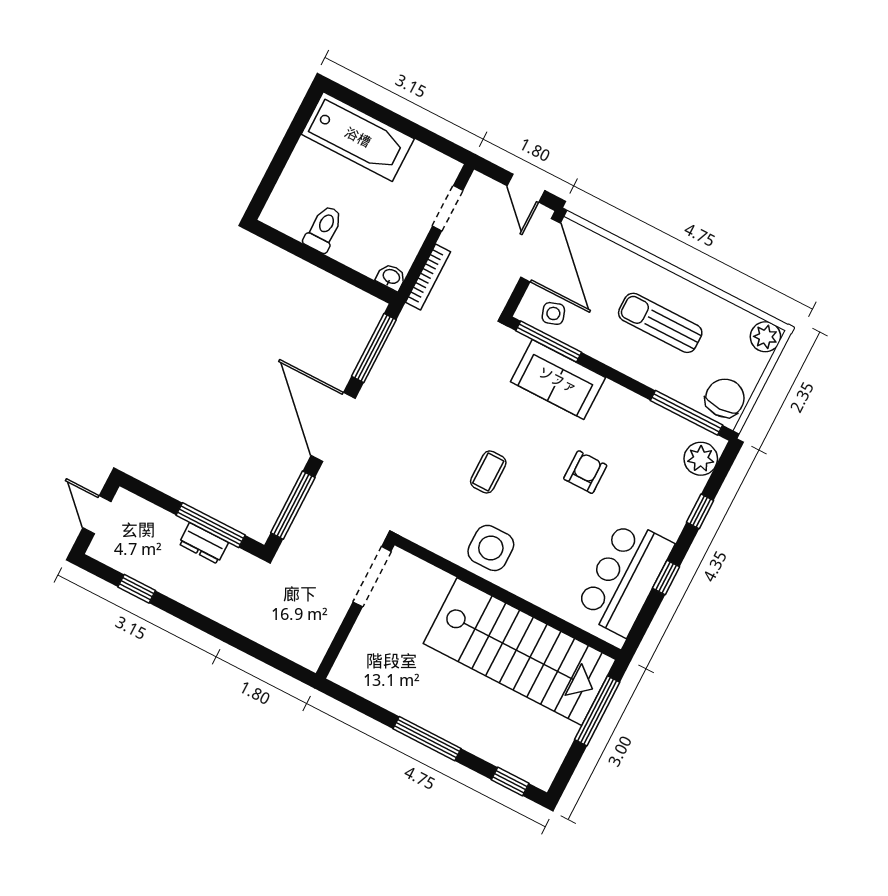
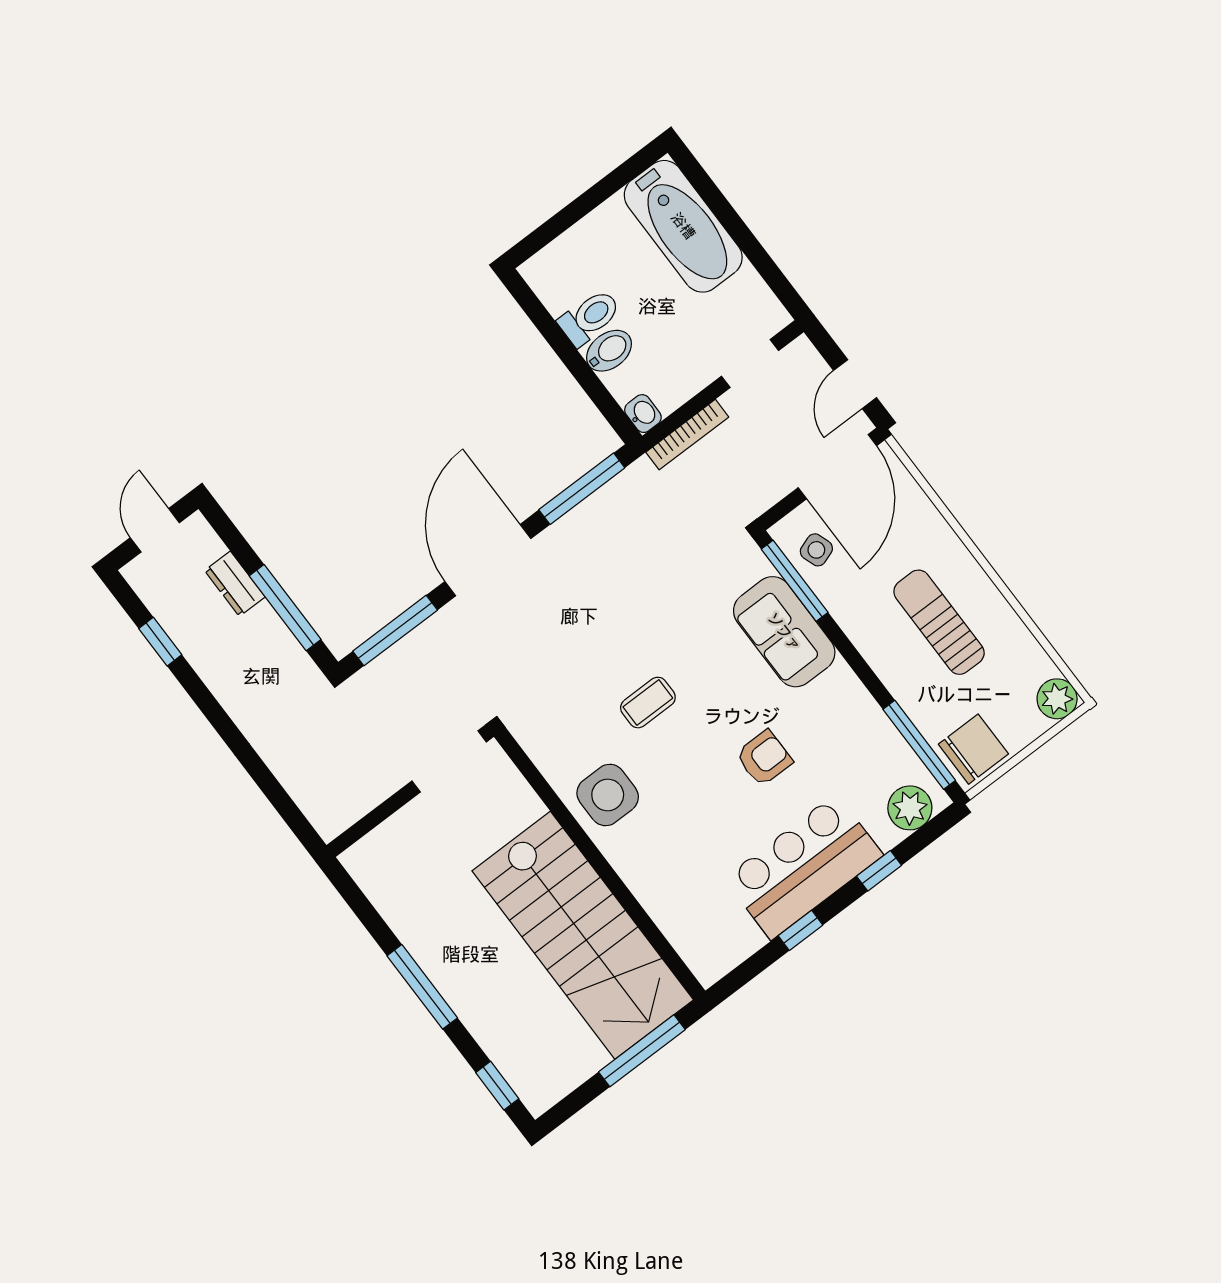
bidet: (348, 245) -> (609, 351), added
dresser: (203, 543) -> (235, 584), moved
bar counter: (625, 578) -> (804, 867), moved

